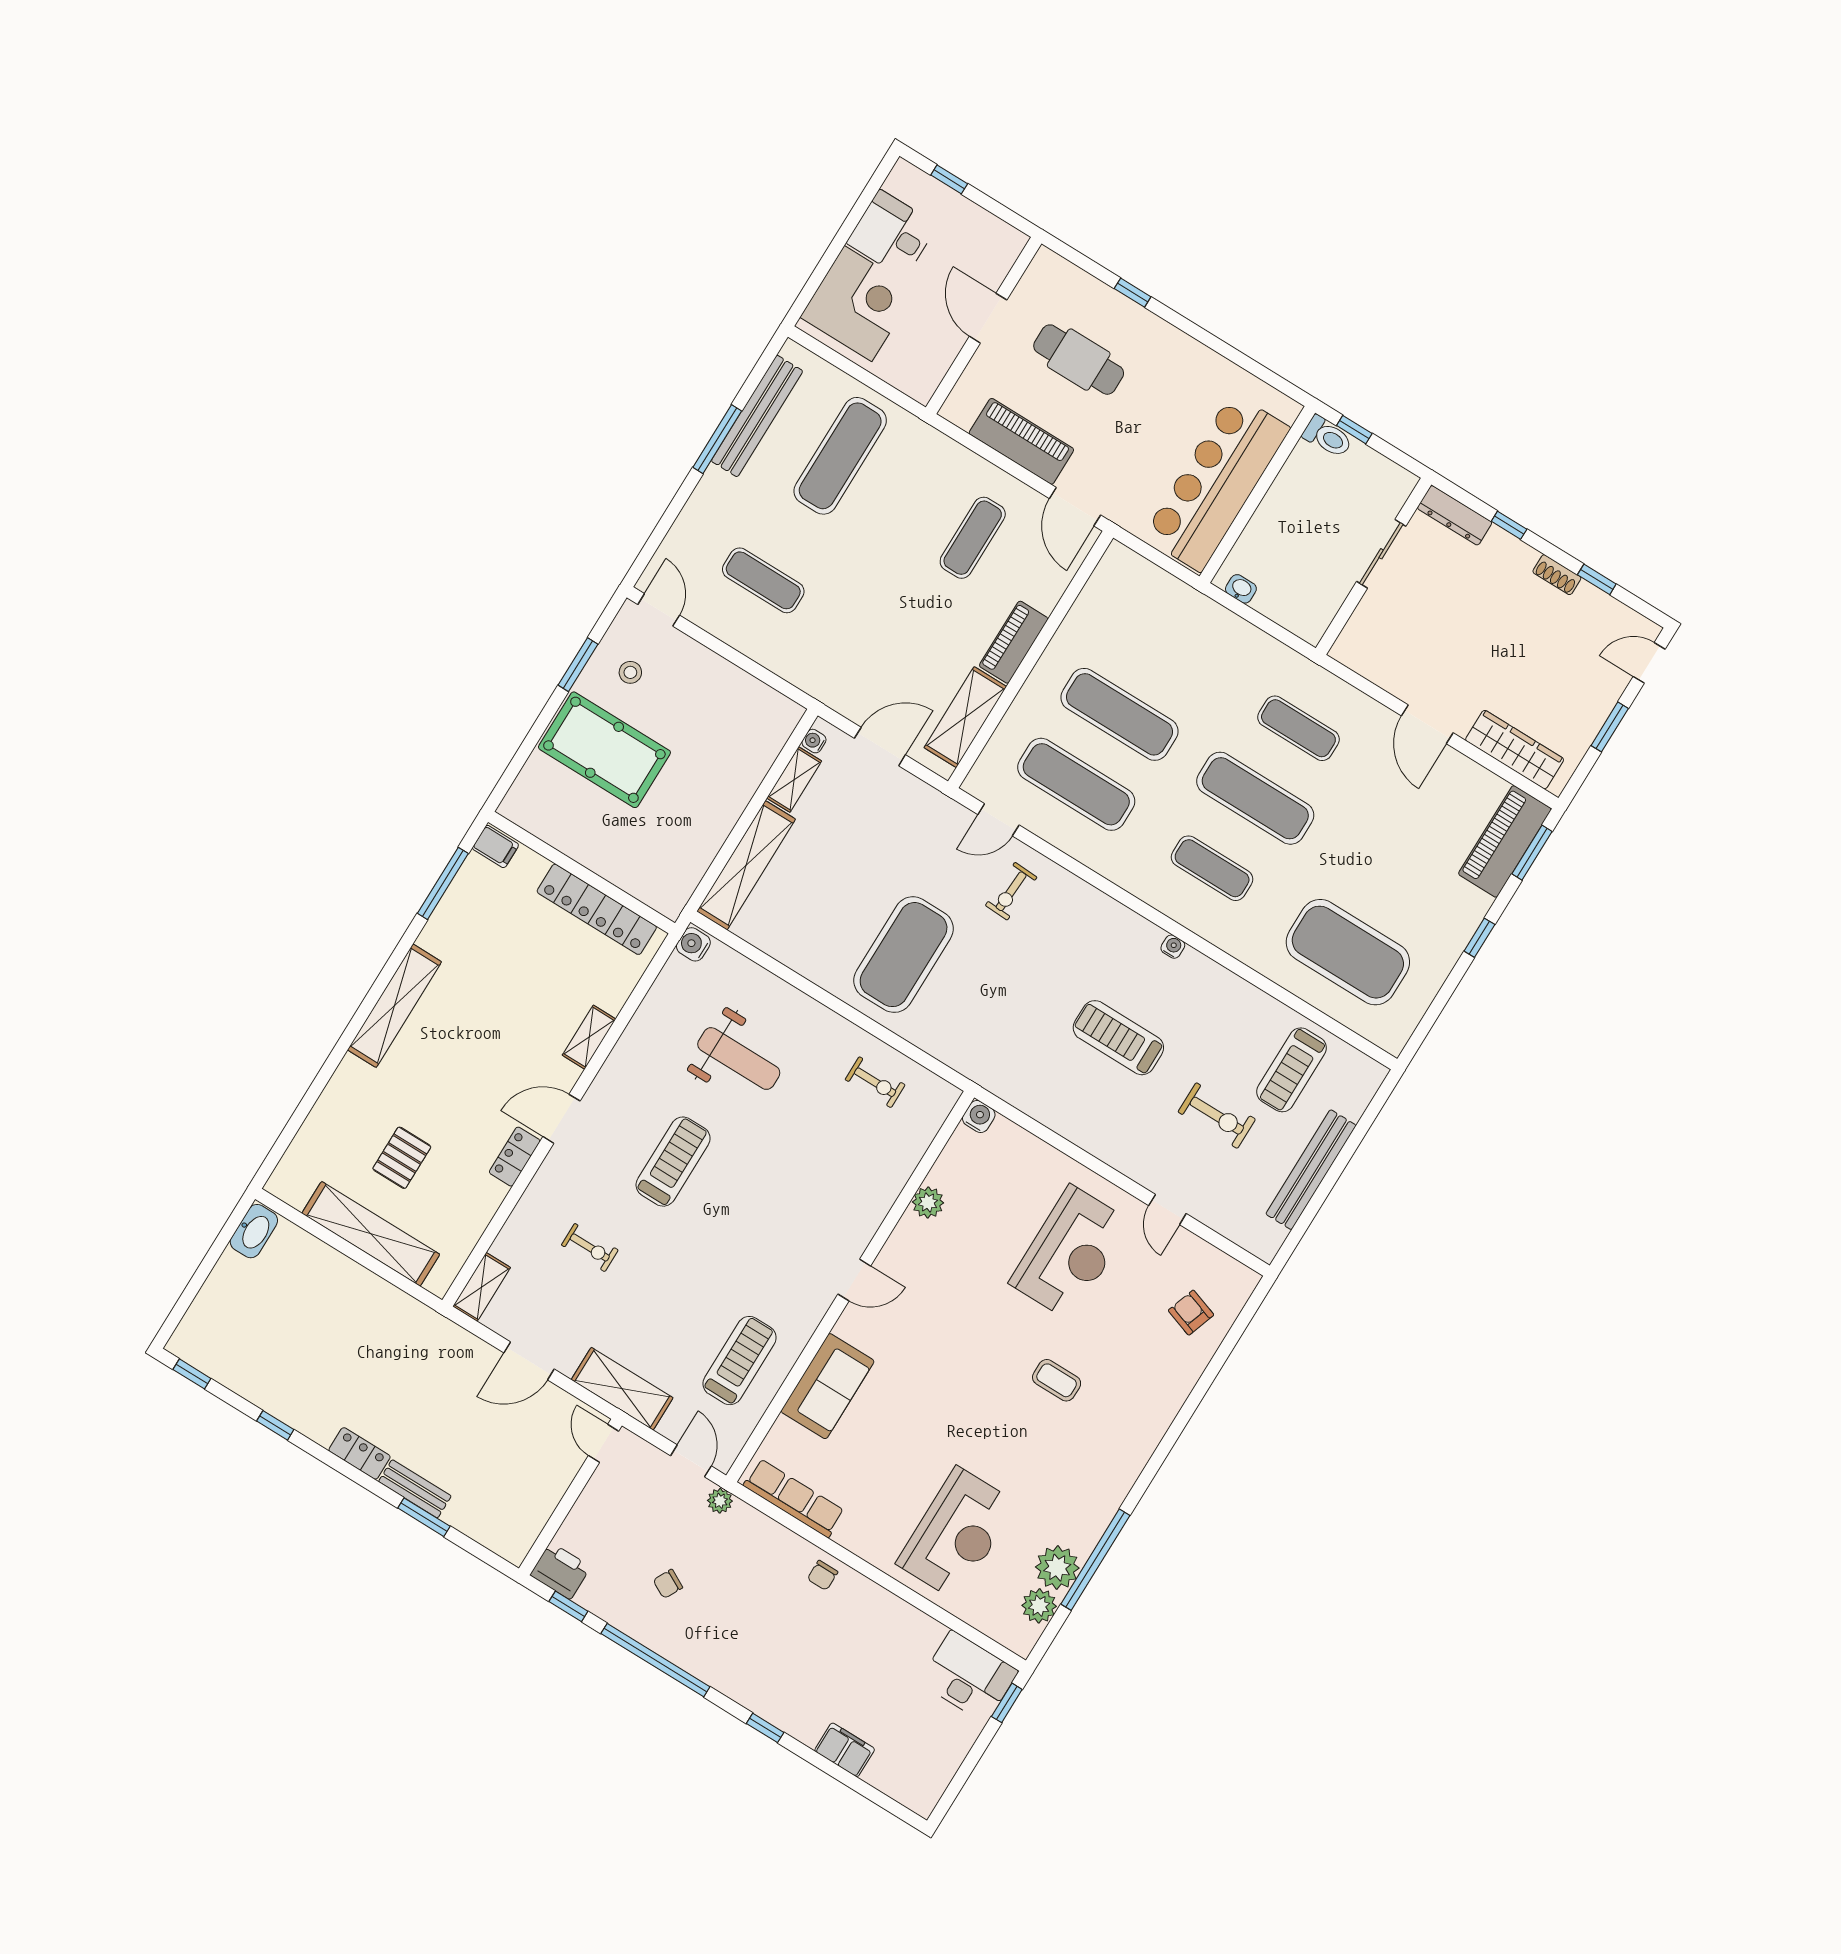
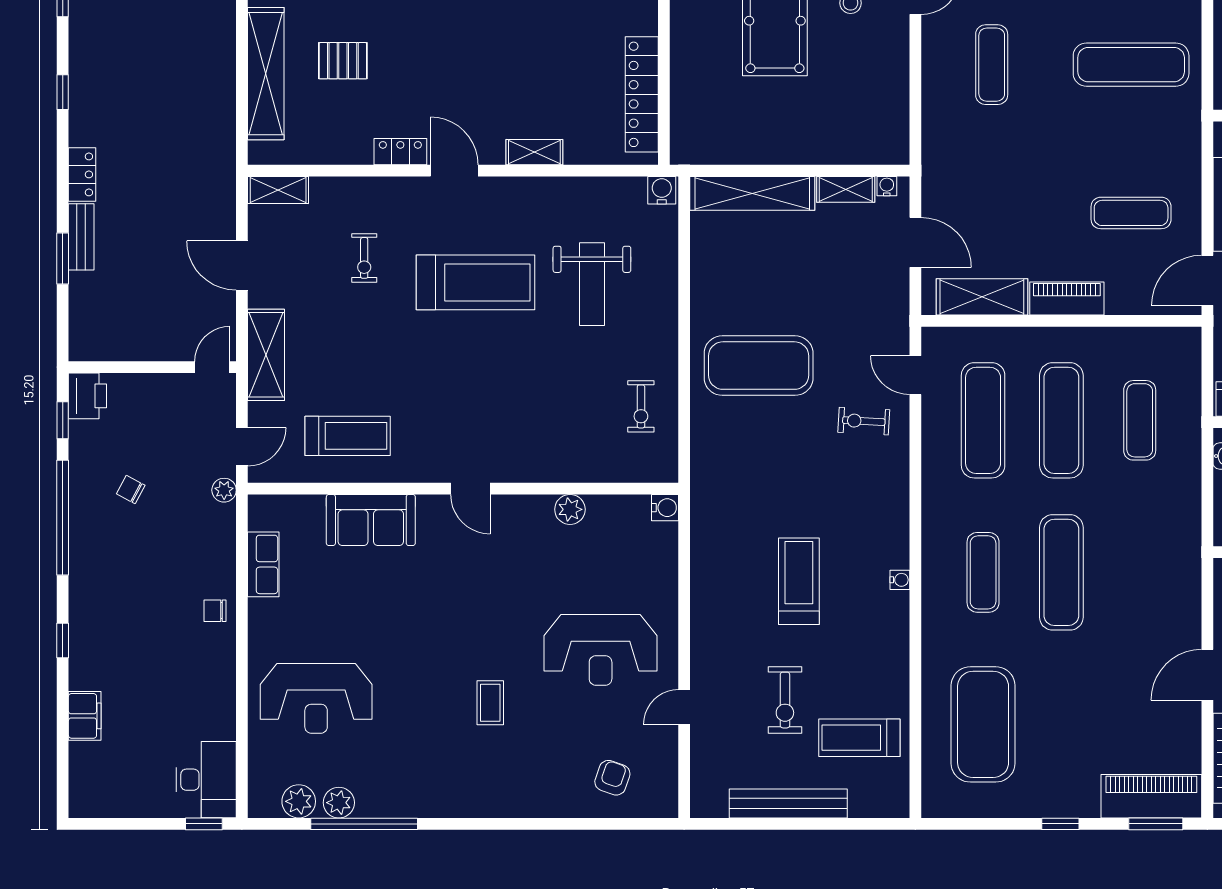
exercise mat: (1298, 728) -> (1140, 420), moved
treadmill: (673, 1162) -> (476, 282), width x1.37, depth x1.38
row of seats: (794, 1498) -> (263, 564), width x0.68
plant: (1057, 1568) -> (339, 803), width x0.73, depth x0.73

